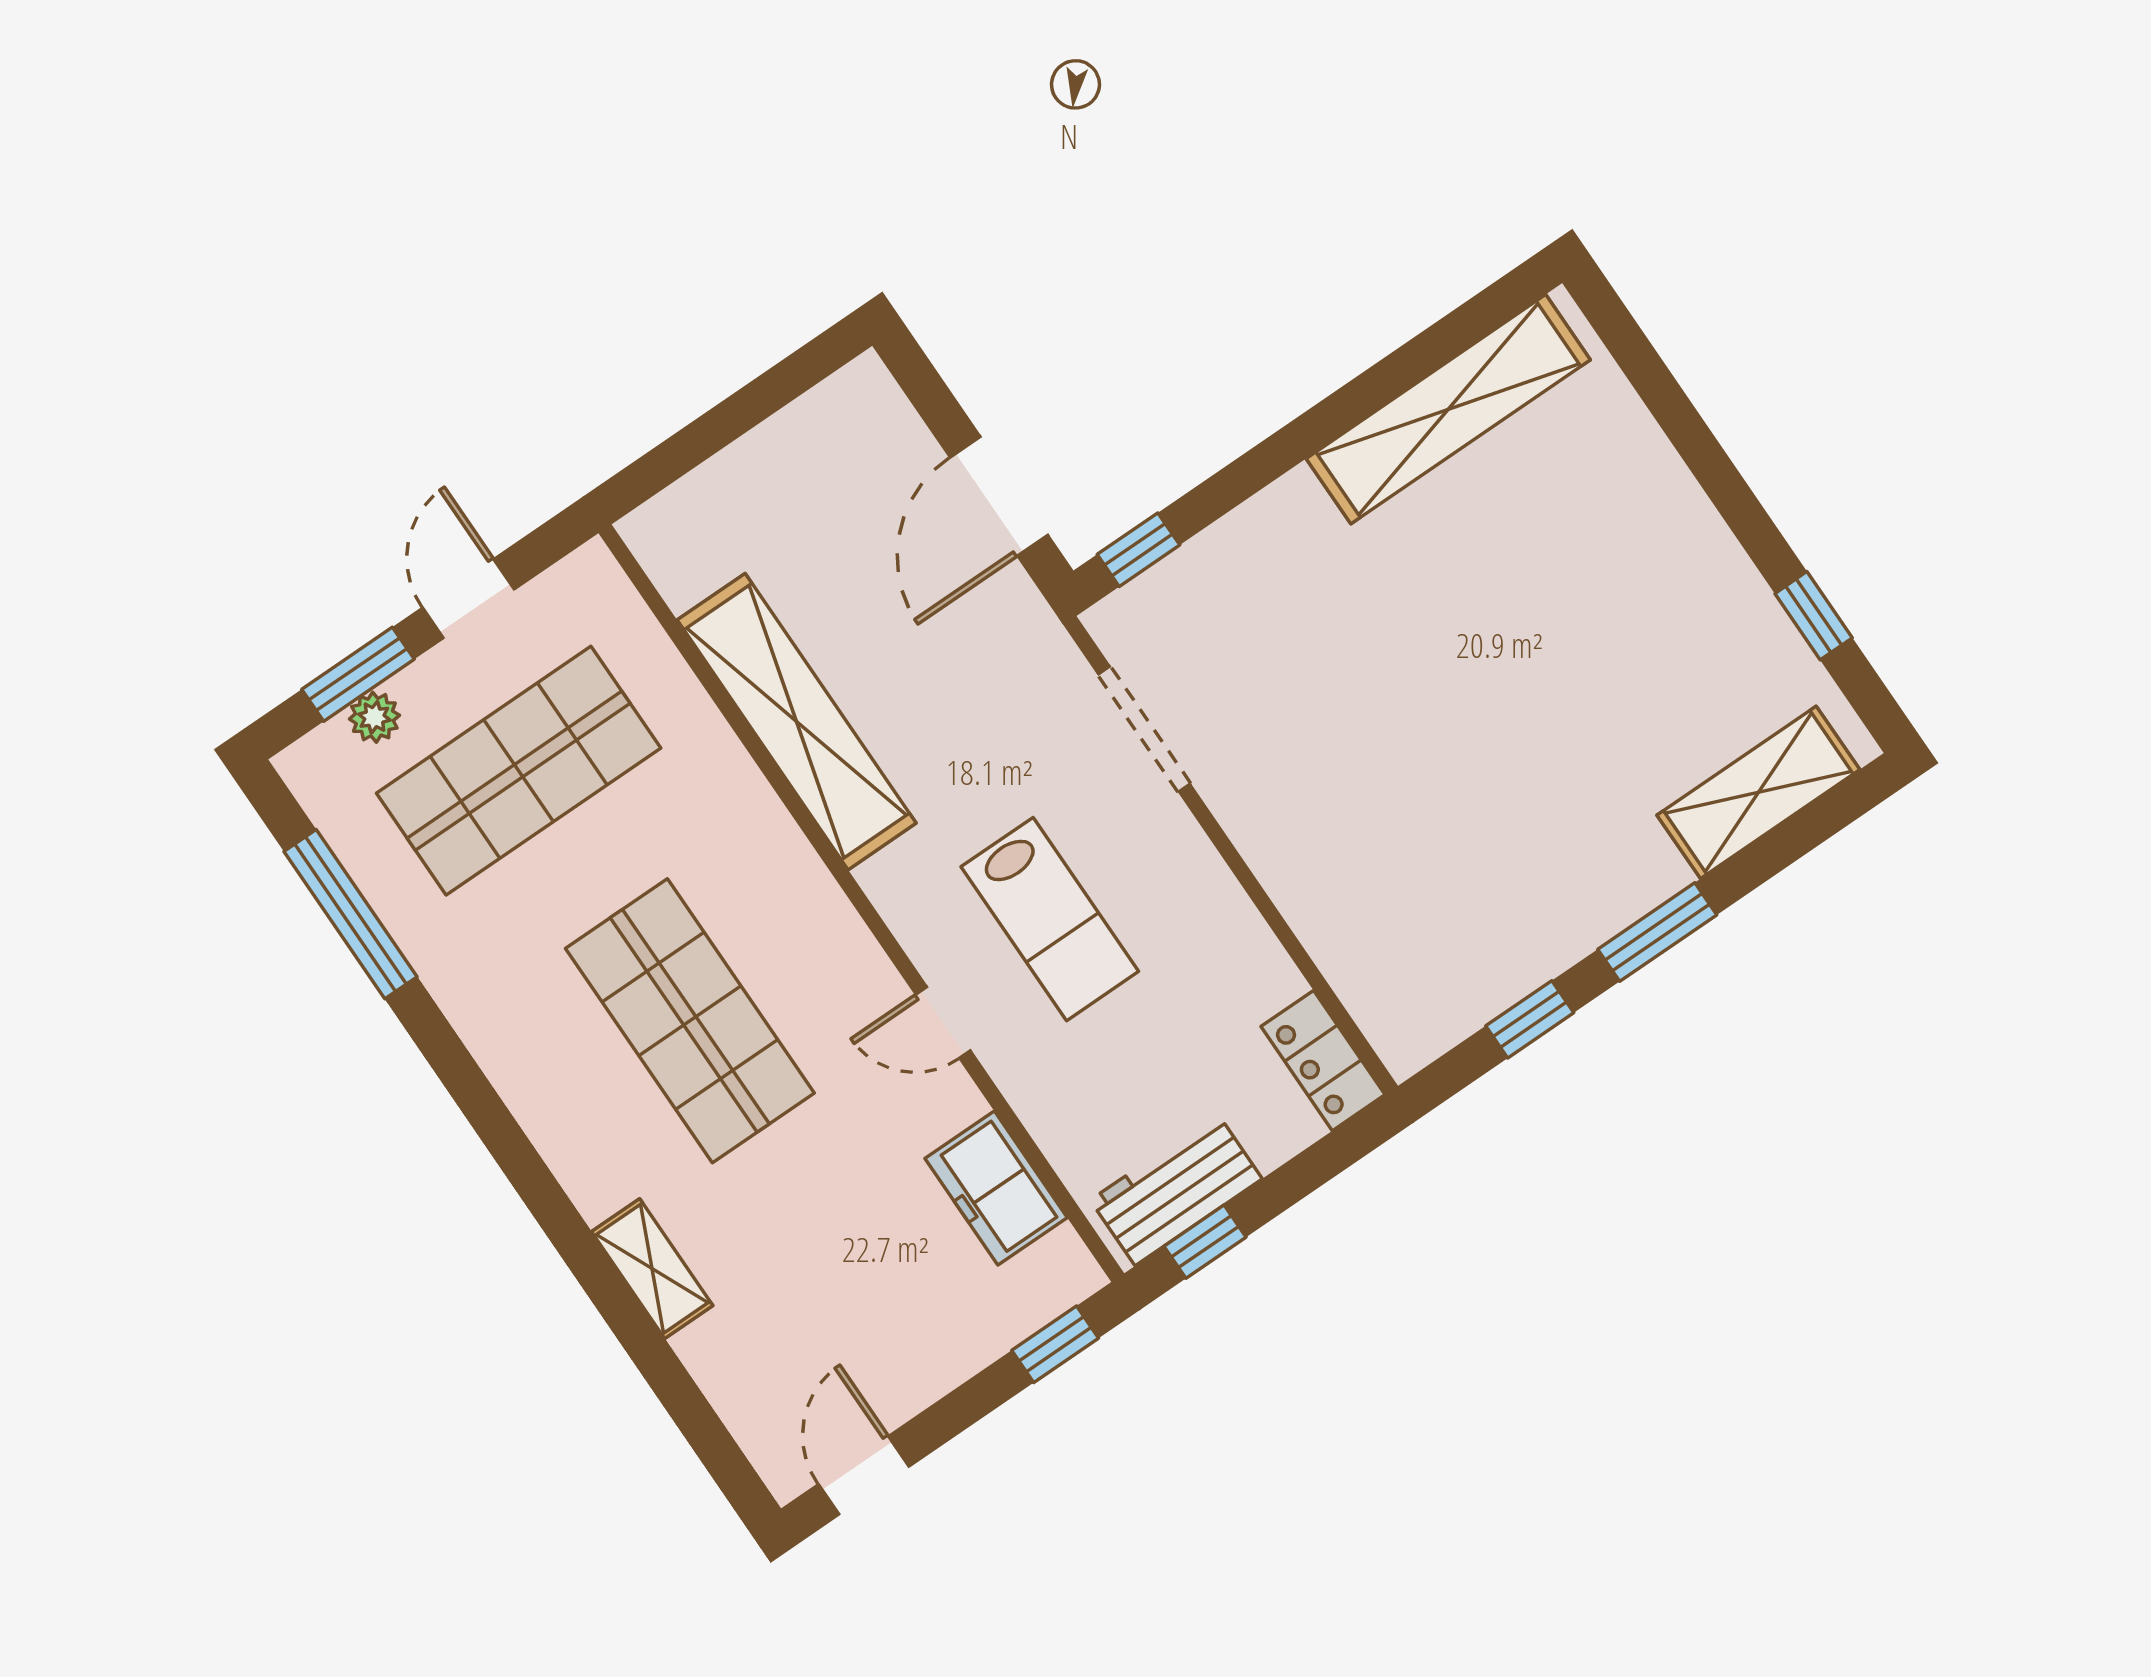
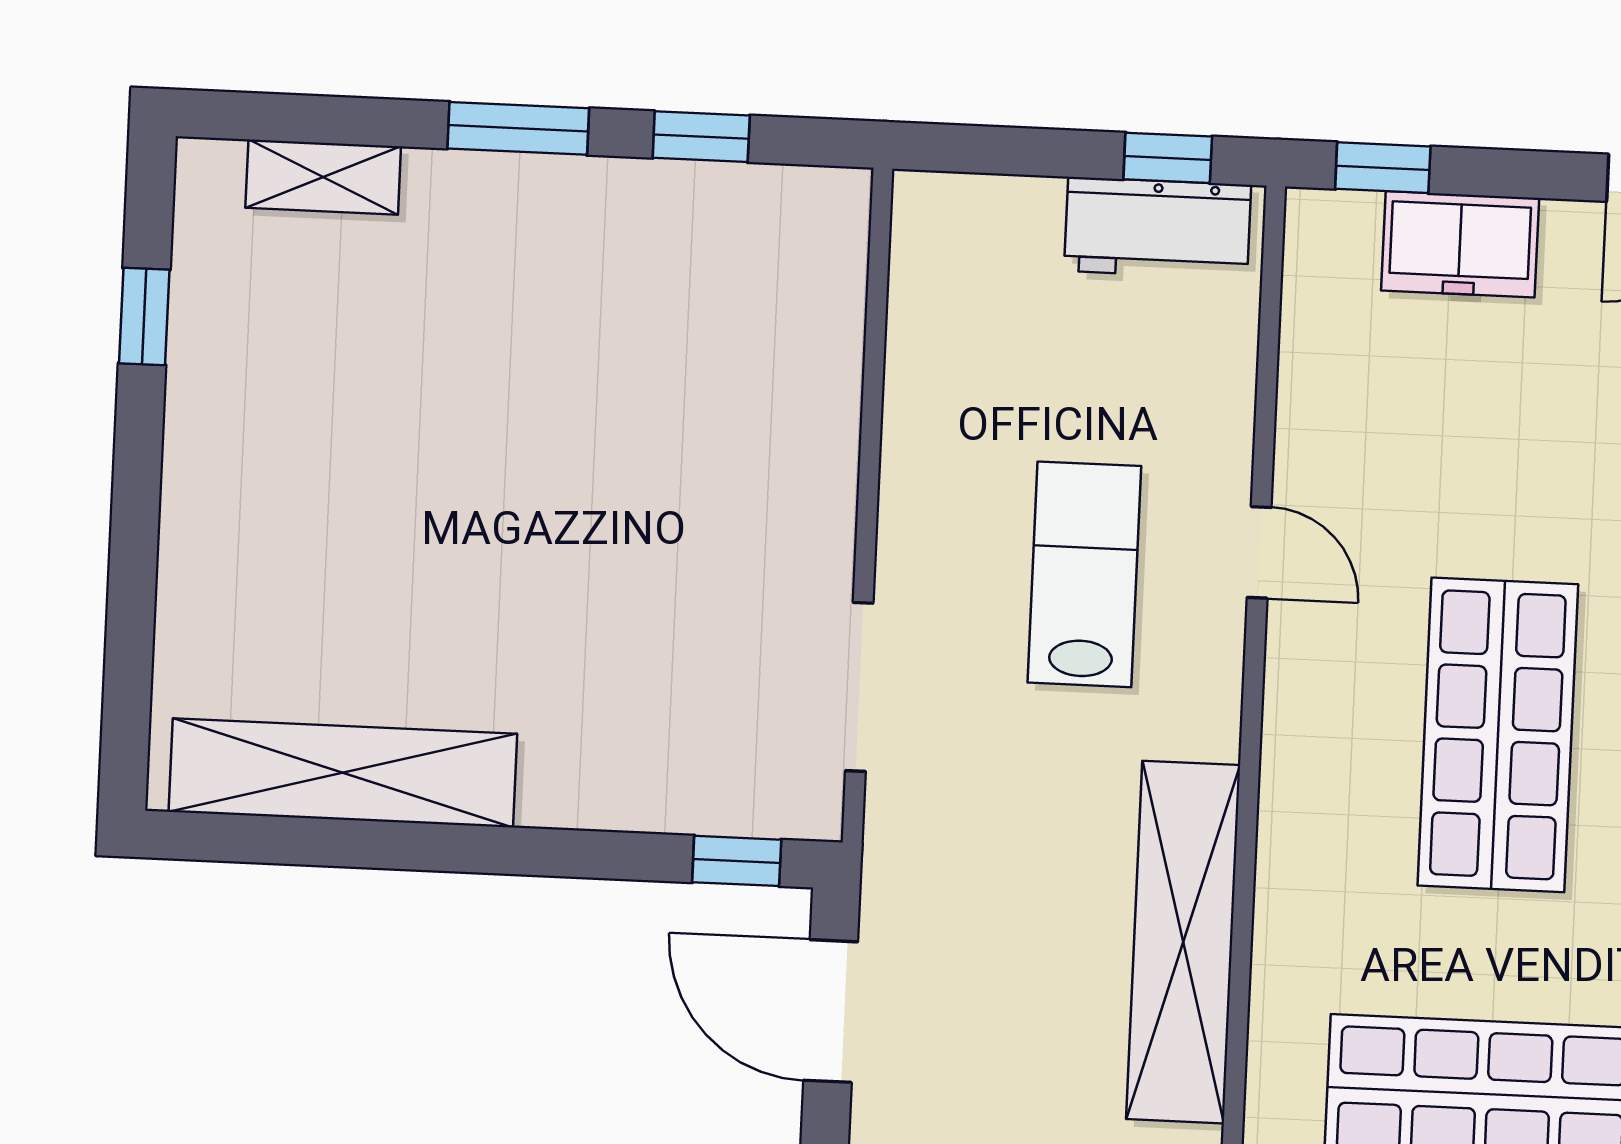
door: (999, 496) -> (831, 1011), swing flipped
shelving: (1758, 792) -> (323, 177), width x0.67, depth x0.75
locker: (1323, 1061) -> (927, 245), removed
freezer: (996, 1188) -> (1460, 244), moved, turned 90

